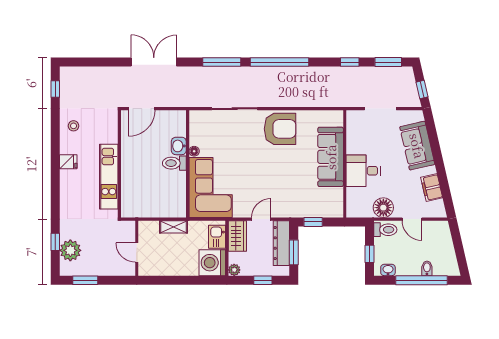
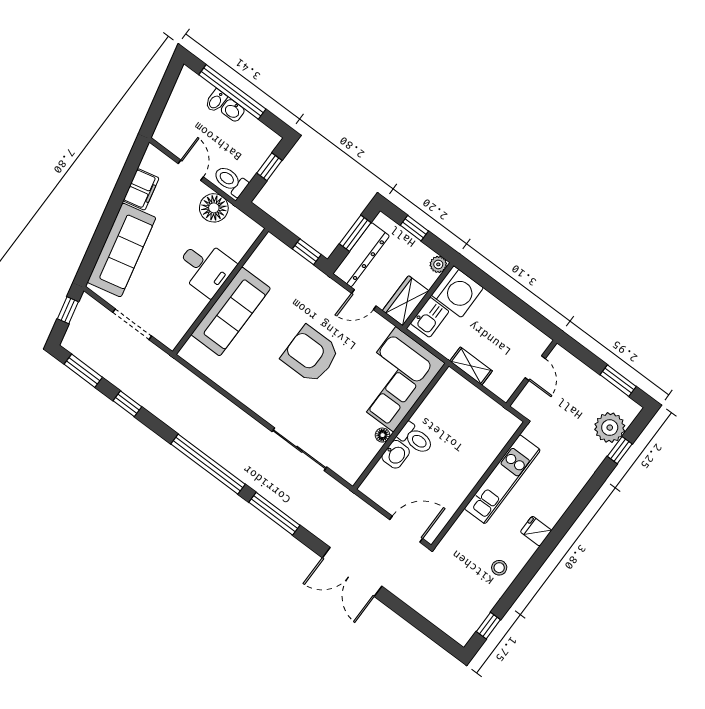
armchair: (280, 129) -> (310, 354), moved
sofa: (417, 146) -> (122, 250), width x1.36
washbasin: (388, 270) -> (233, 110), moved

